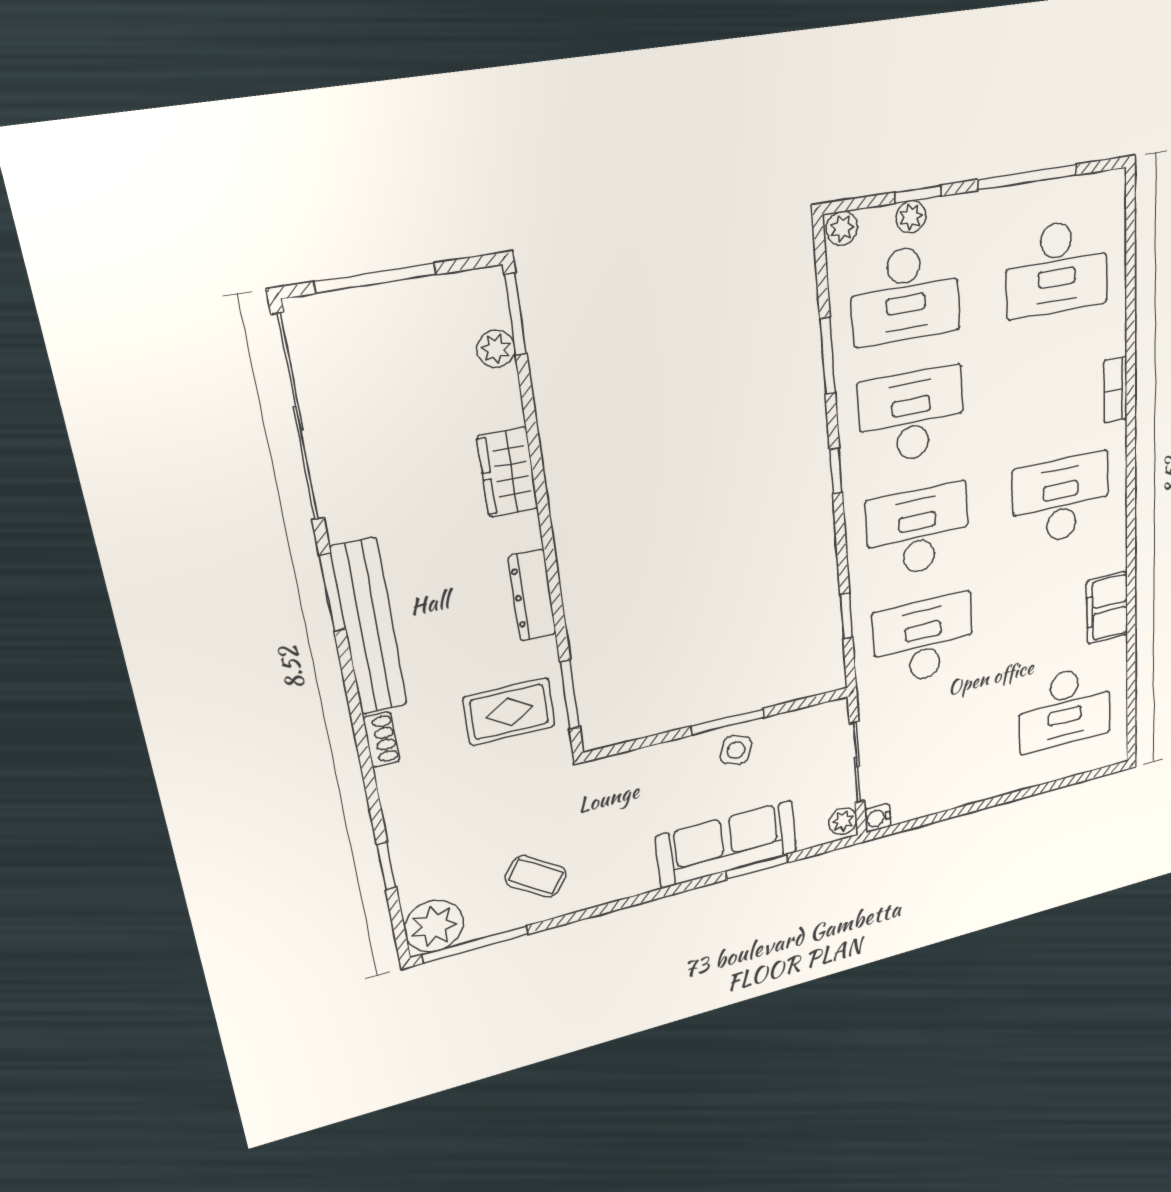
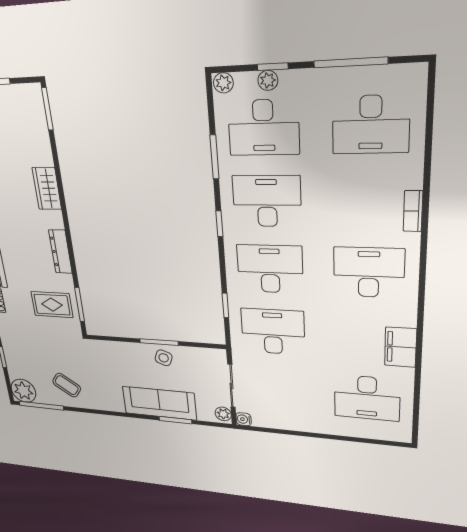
plant: (496, 349) -> (39, 125), removed

